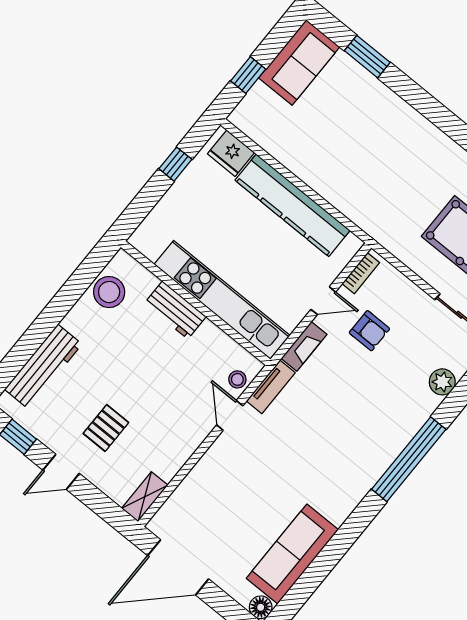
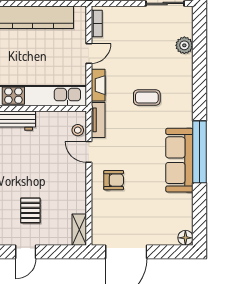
armchair: (369, 331) -> (114, 180), moved
coffee table: (349, 407) -> (147, 98), added
window: (409, 459) -> (200, 152), moved
sofa: (292, 554) -> (179, 160), moved

